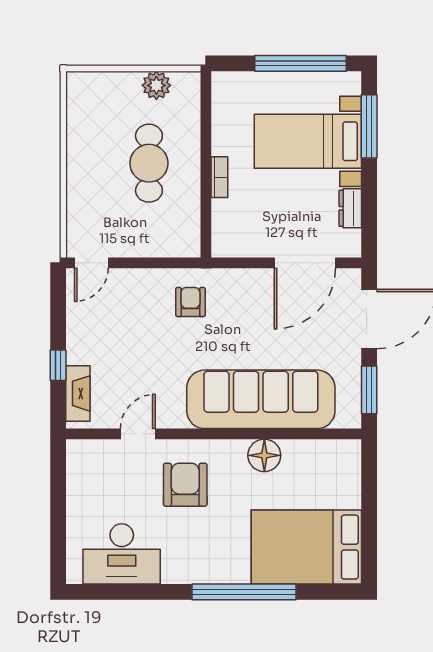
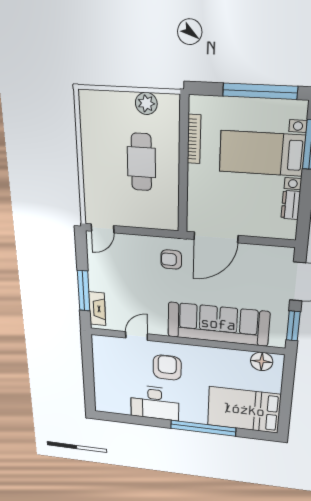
bookcase: (219, 177) -> (194, 139), moved, width x1.56
door: (305, 263) -> (216, 237), moved
armchair: (190, 302) -> (171, 259), turned -90
window: (58, 365) -> (84, 291), width x2.17
floor lamp: (264, 455) -> (262, 361), moved
desk: (122, 554) -> (155, 403), moved

